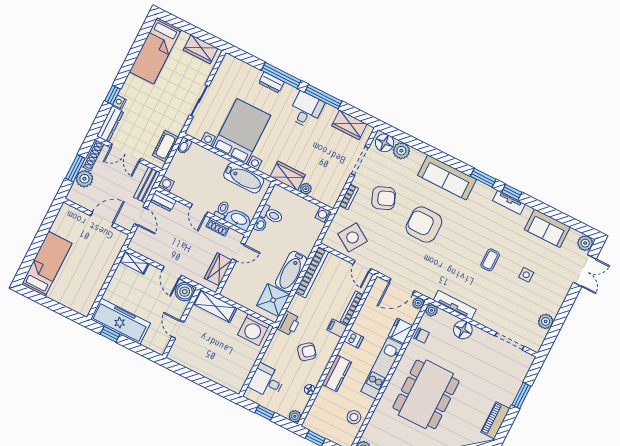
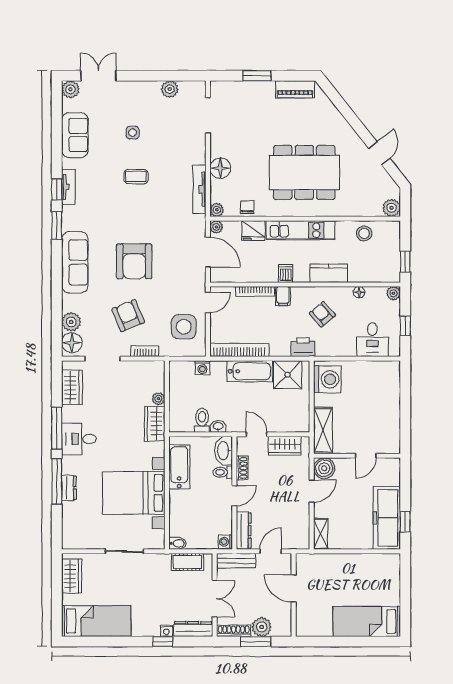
dresser: (163, 201) -> (244, 531), width x1.44
washing machine: (323, 215) -> (202, 368), moved
side table: (353, 237) -> (184, 327), turned -33

